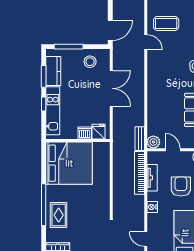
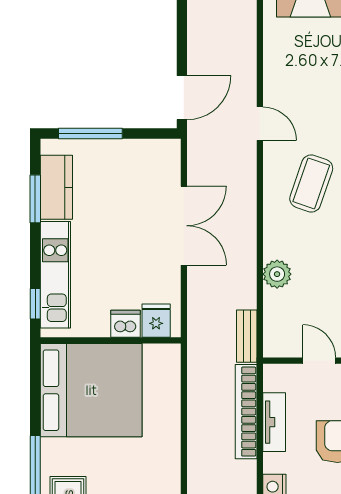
coffee table: (166, 23) -> (311, 183), moved, turned -71
stool: (90, 62) -> (137, 167), removed
window: (44, 104) -> (35, 304), moved
plant: (153, 142) -> (277, 274), moved

